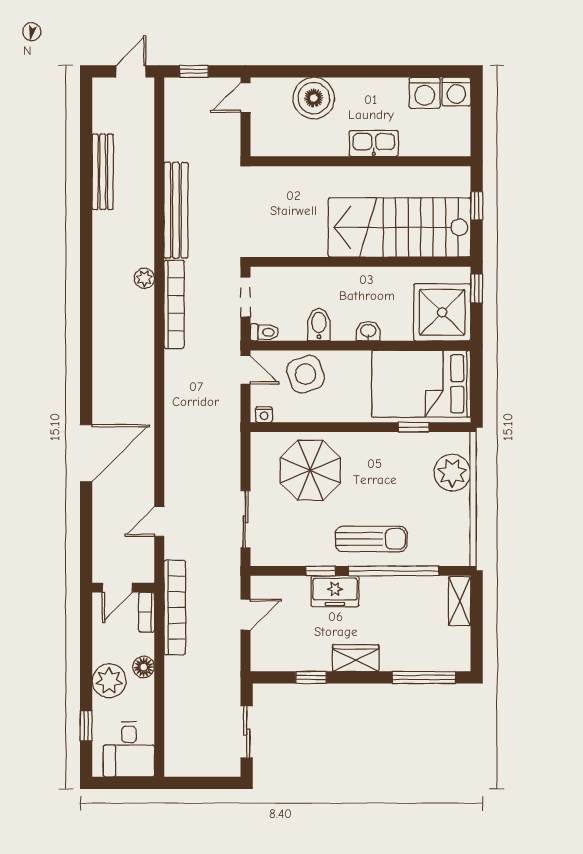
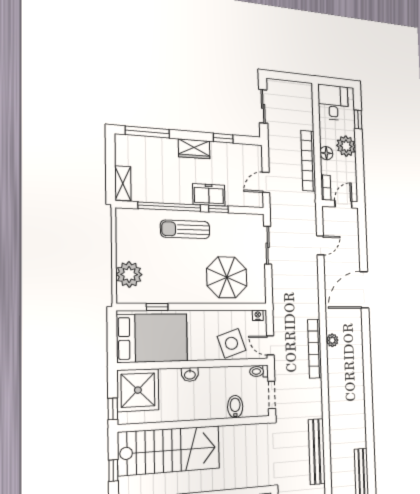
plant: (144, 278) -> (332, 340), moved
bookcase: (174, 304) -> (315, 349), moved
bidet: (319, 325) -> (235, 407), moved, turned 180
bookcase: (175, 607) -> (308, 161), moved

